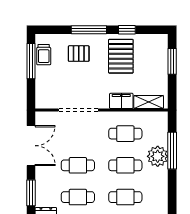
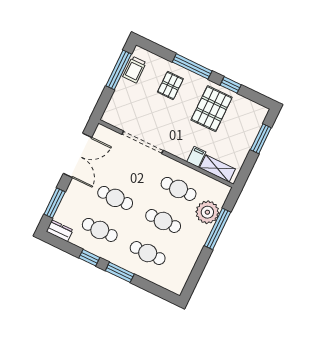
pallet: (79, 54) -> (170, 85), turned 90
filing cabinet: (121, 101) -> (196, 157), width x0.50
plant: (158, 156) -> (207, 212), moved

